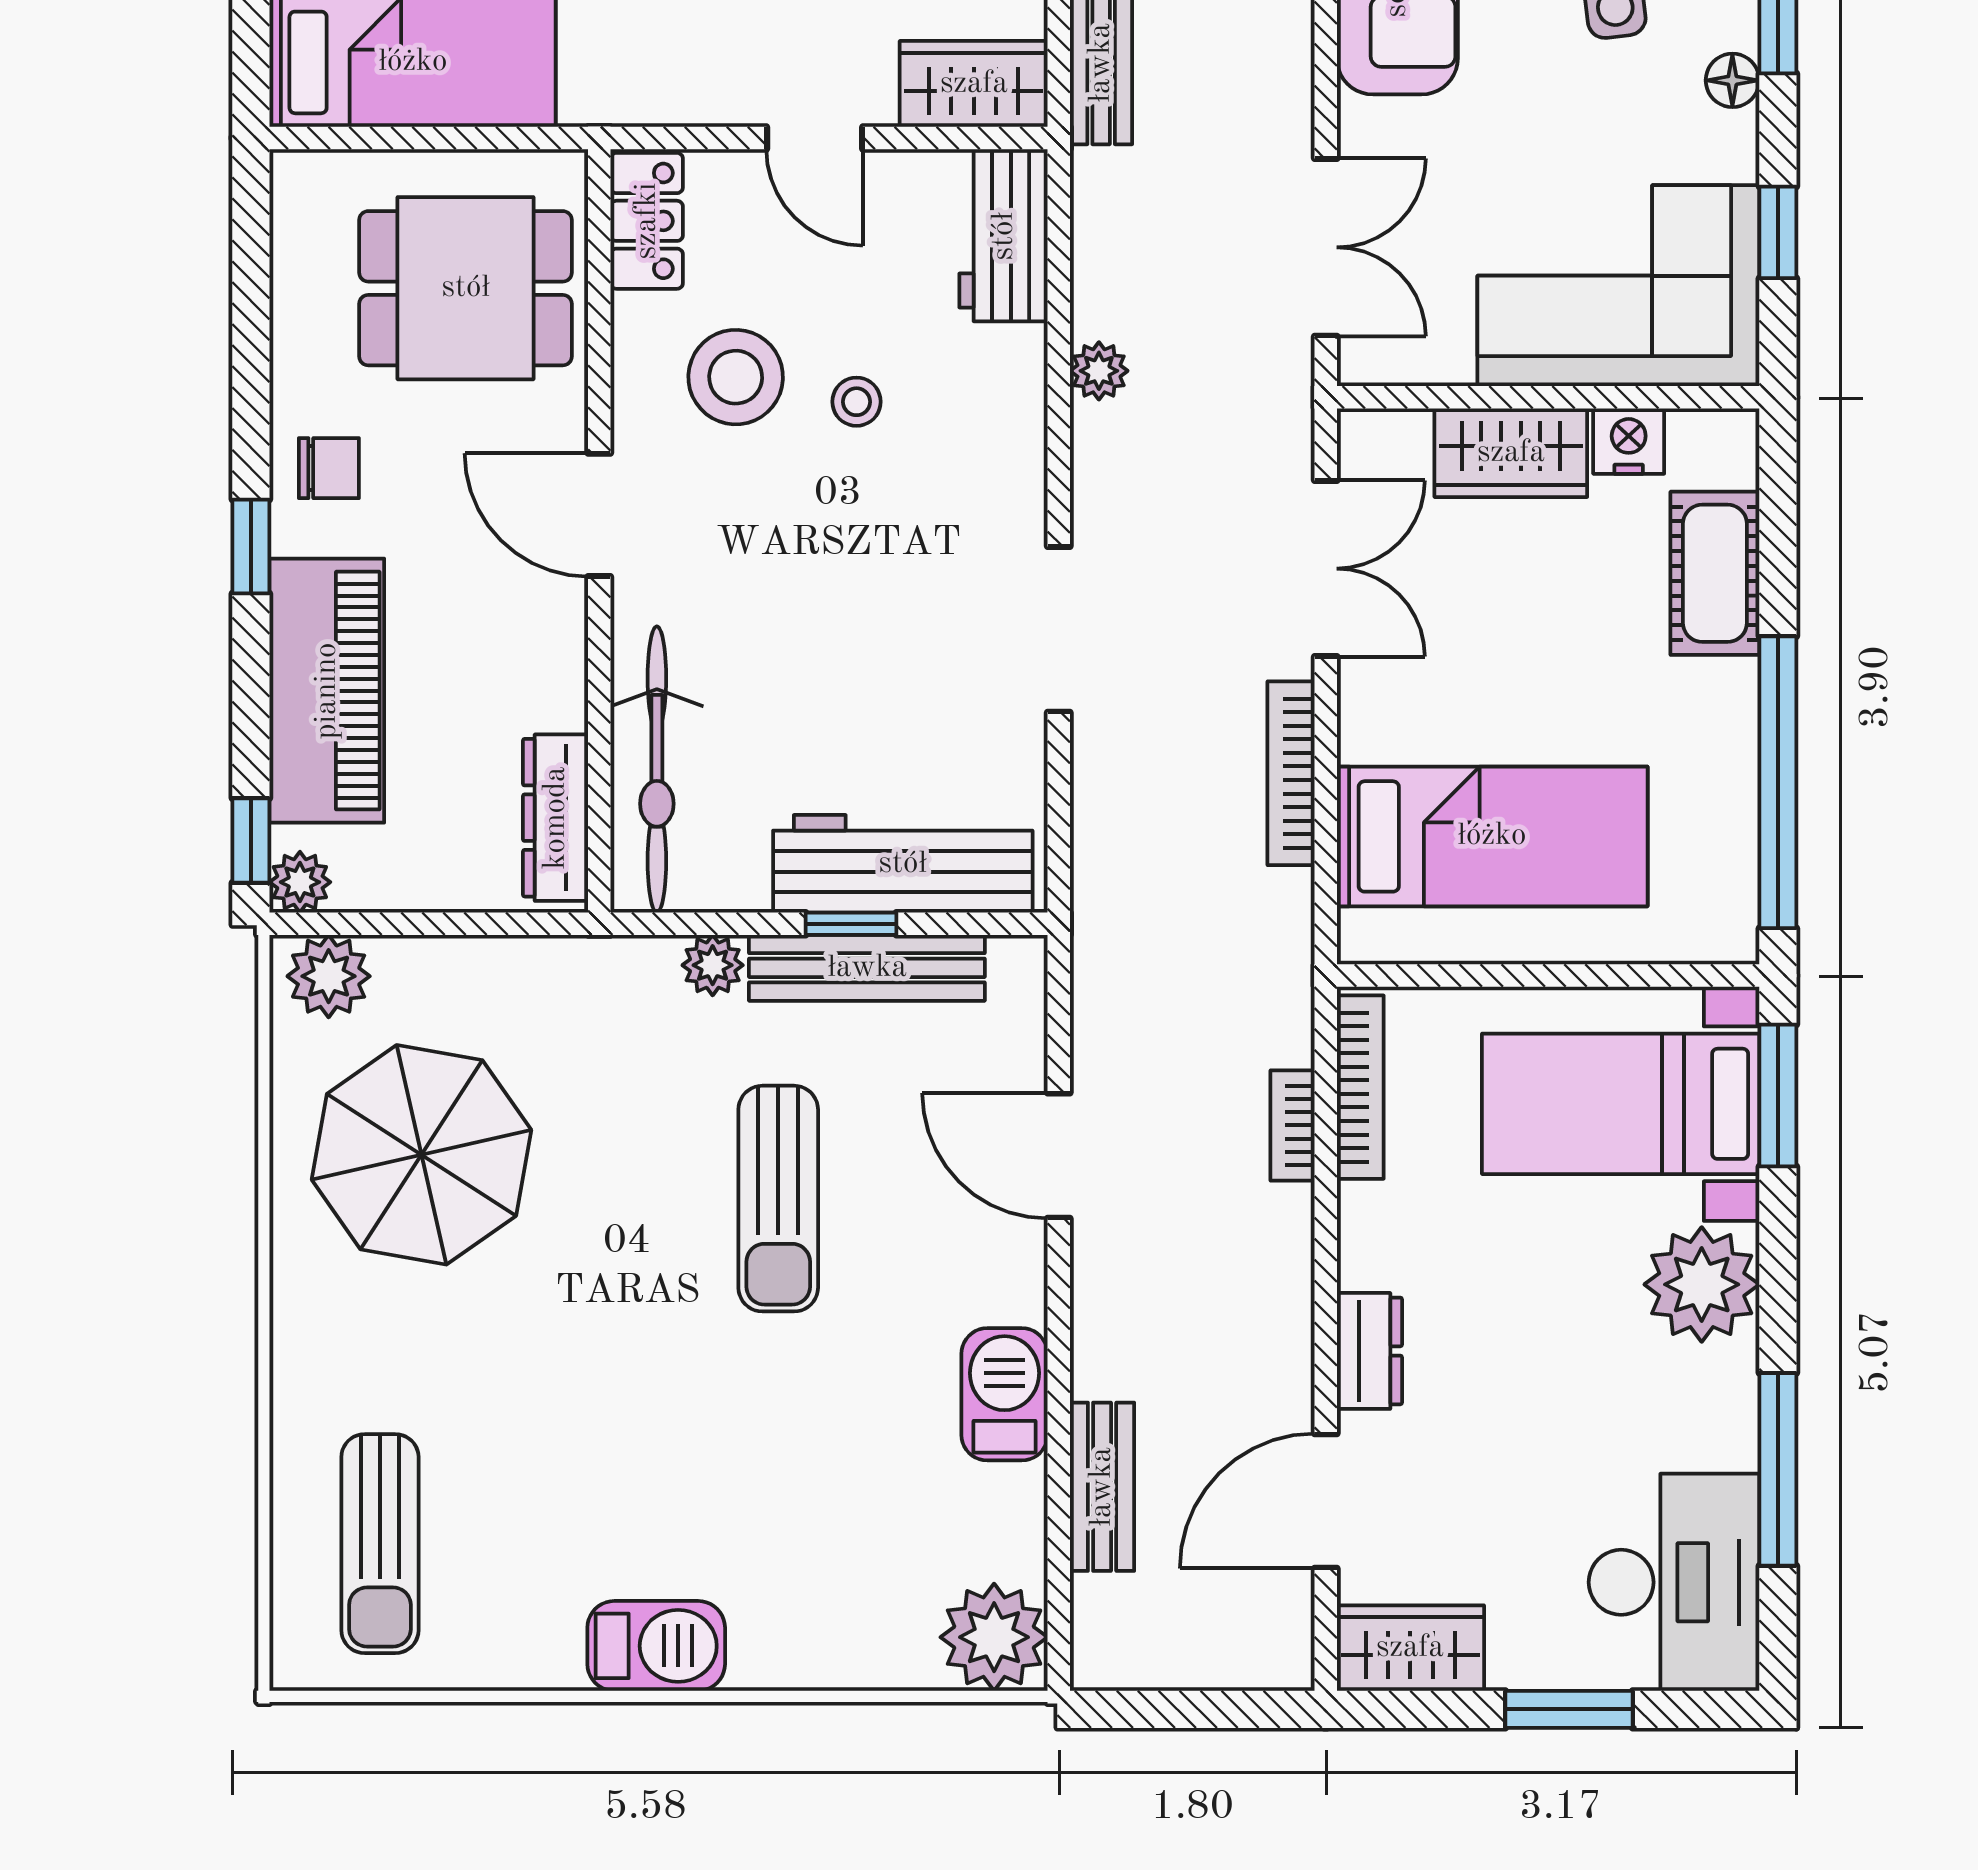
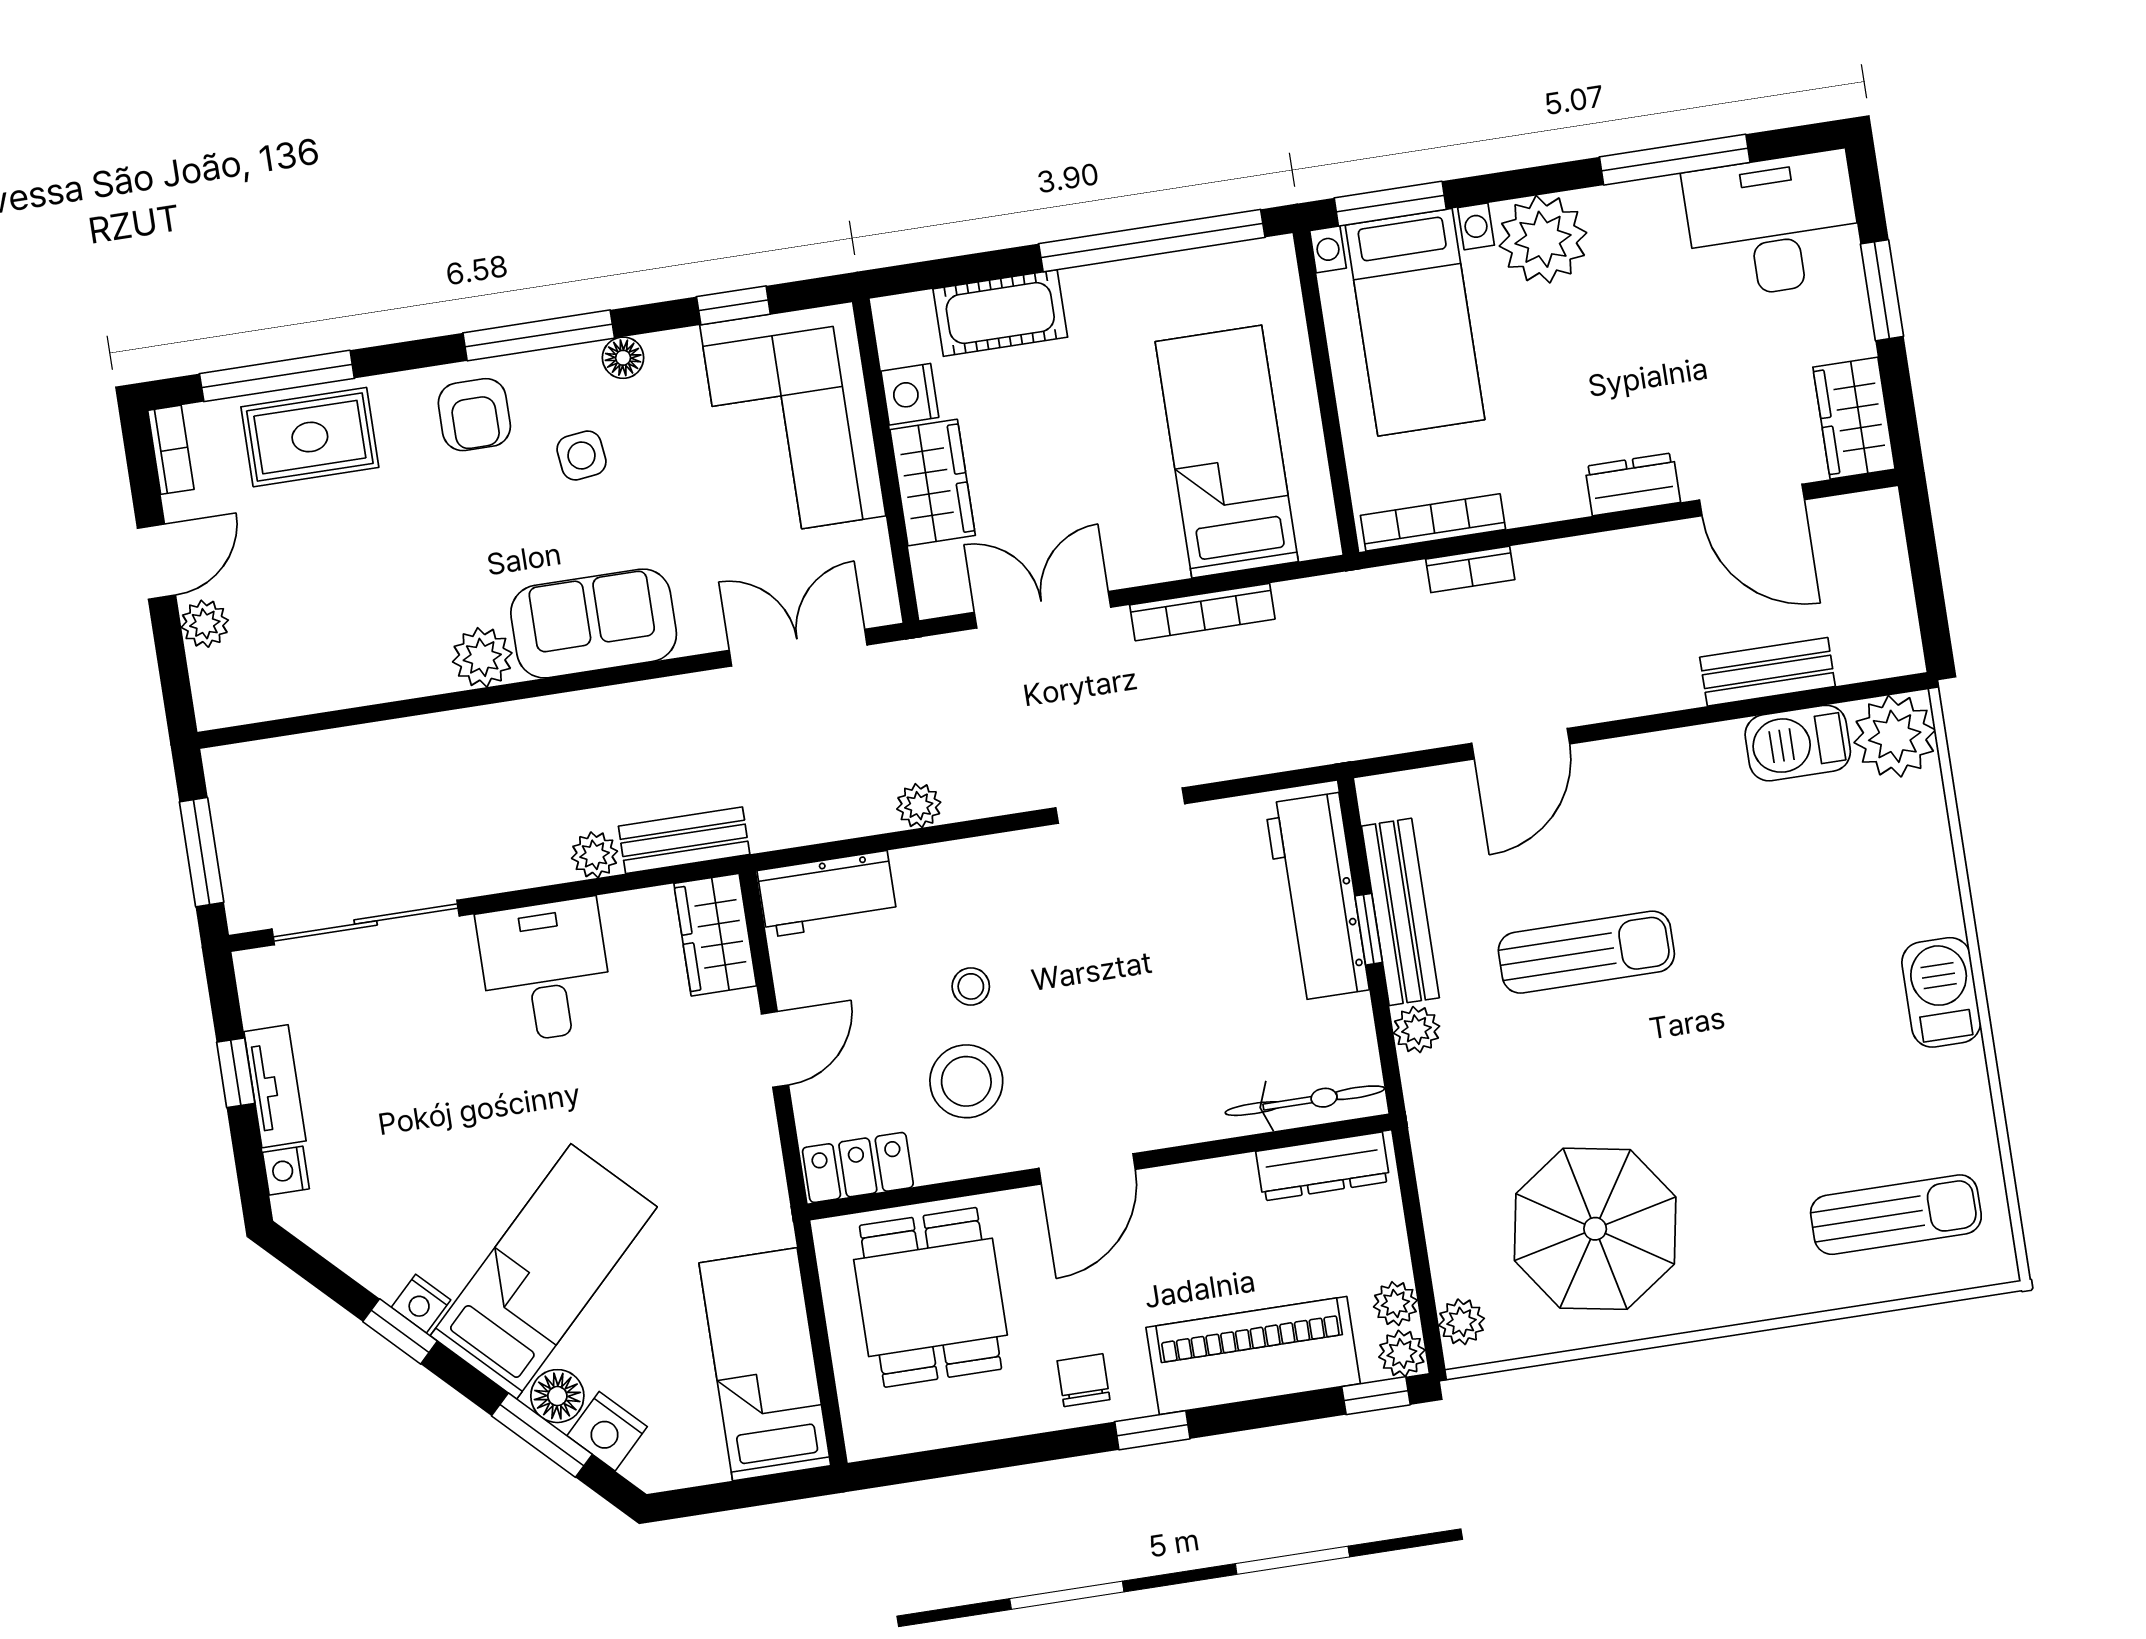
bicycle: (657, 769) -> (1305, 1101), width x0.73, depth x0.71
plant: (365, 884) -> (1395, 1304), added
plant: (329, 976) -> (1462, 1322), width x0.73, depth x0.73
barbecue: (1005, 1394) -> (1798, 743), moved

